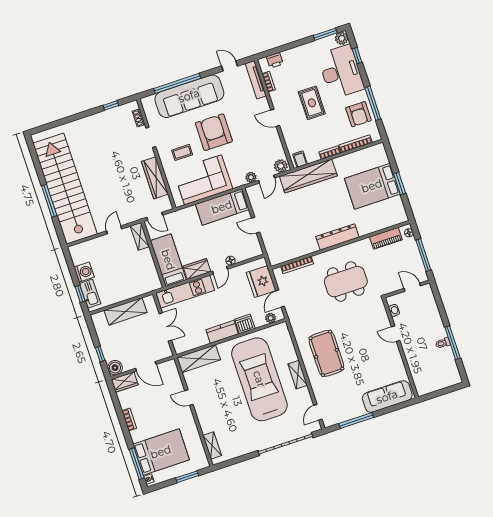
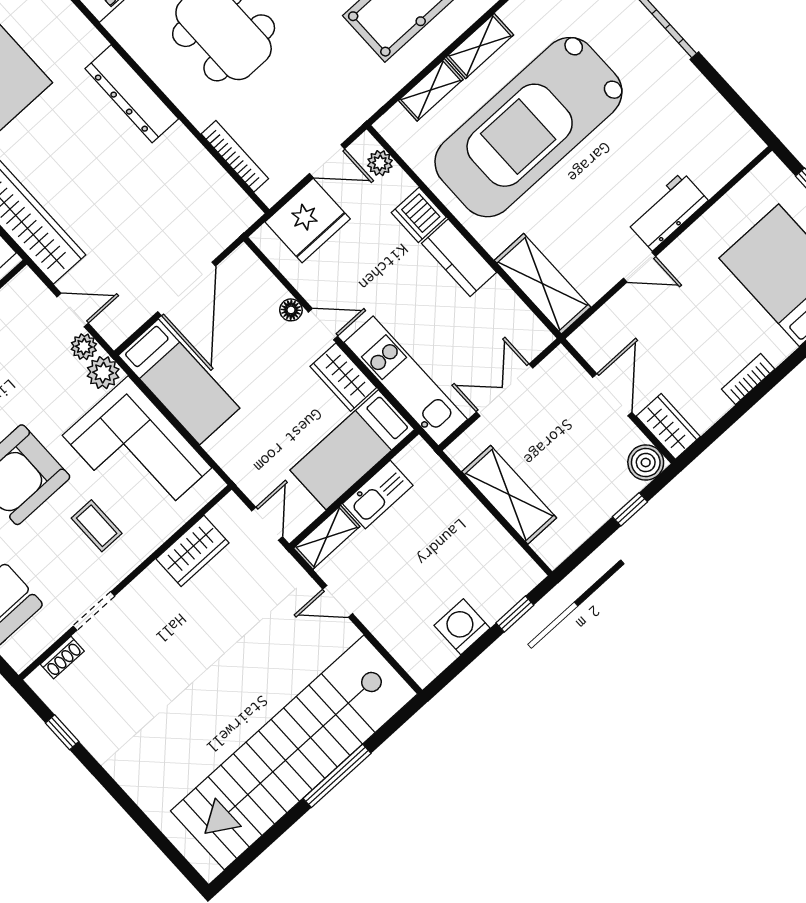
plant: (281, 166) -> (103, 373), moved
wardrobe: (155, 178) -> (192, 551), width x0.67
door: (256, 225) -> (187, 289), width x1.87
kitchen sink: (90, 294) -> (378, 494), moved, turned 180
door: (189, 398) -> (639, 267), hinge flipped
workbench: (205, 417) -> (667, 211), added
shelving: (212, 446) -> (431, 90), moved

